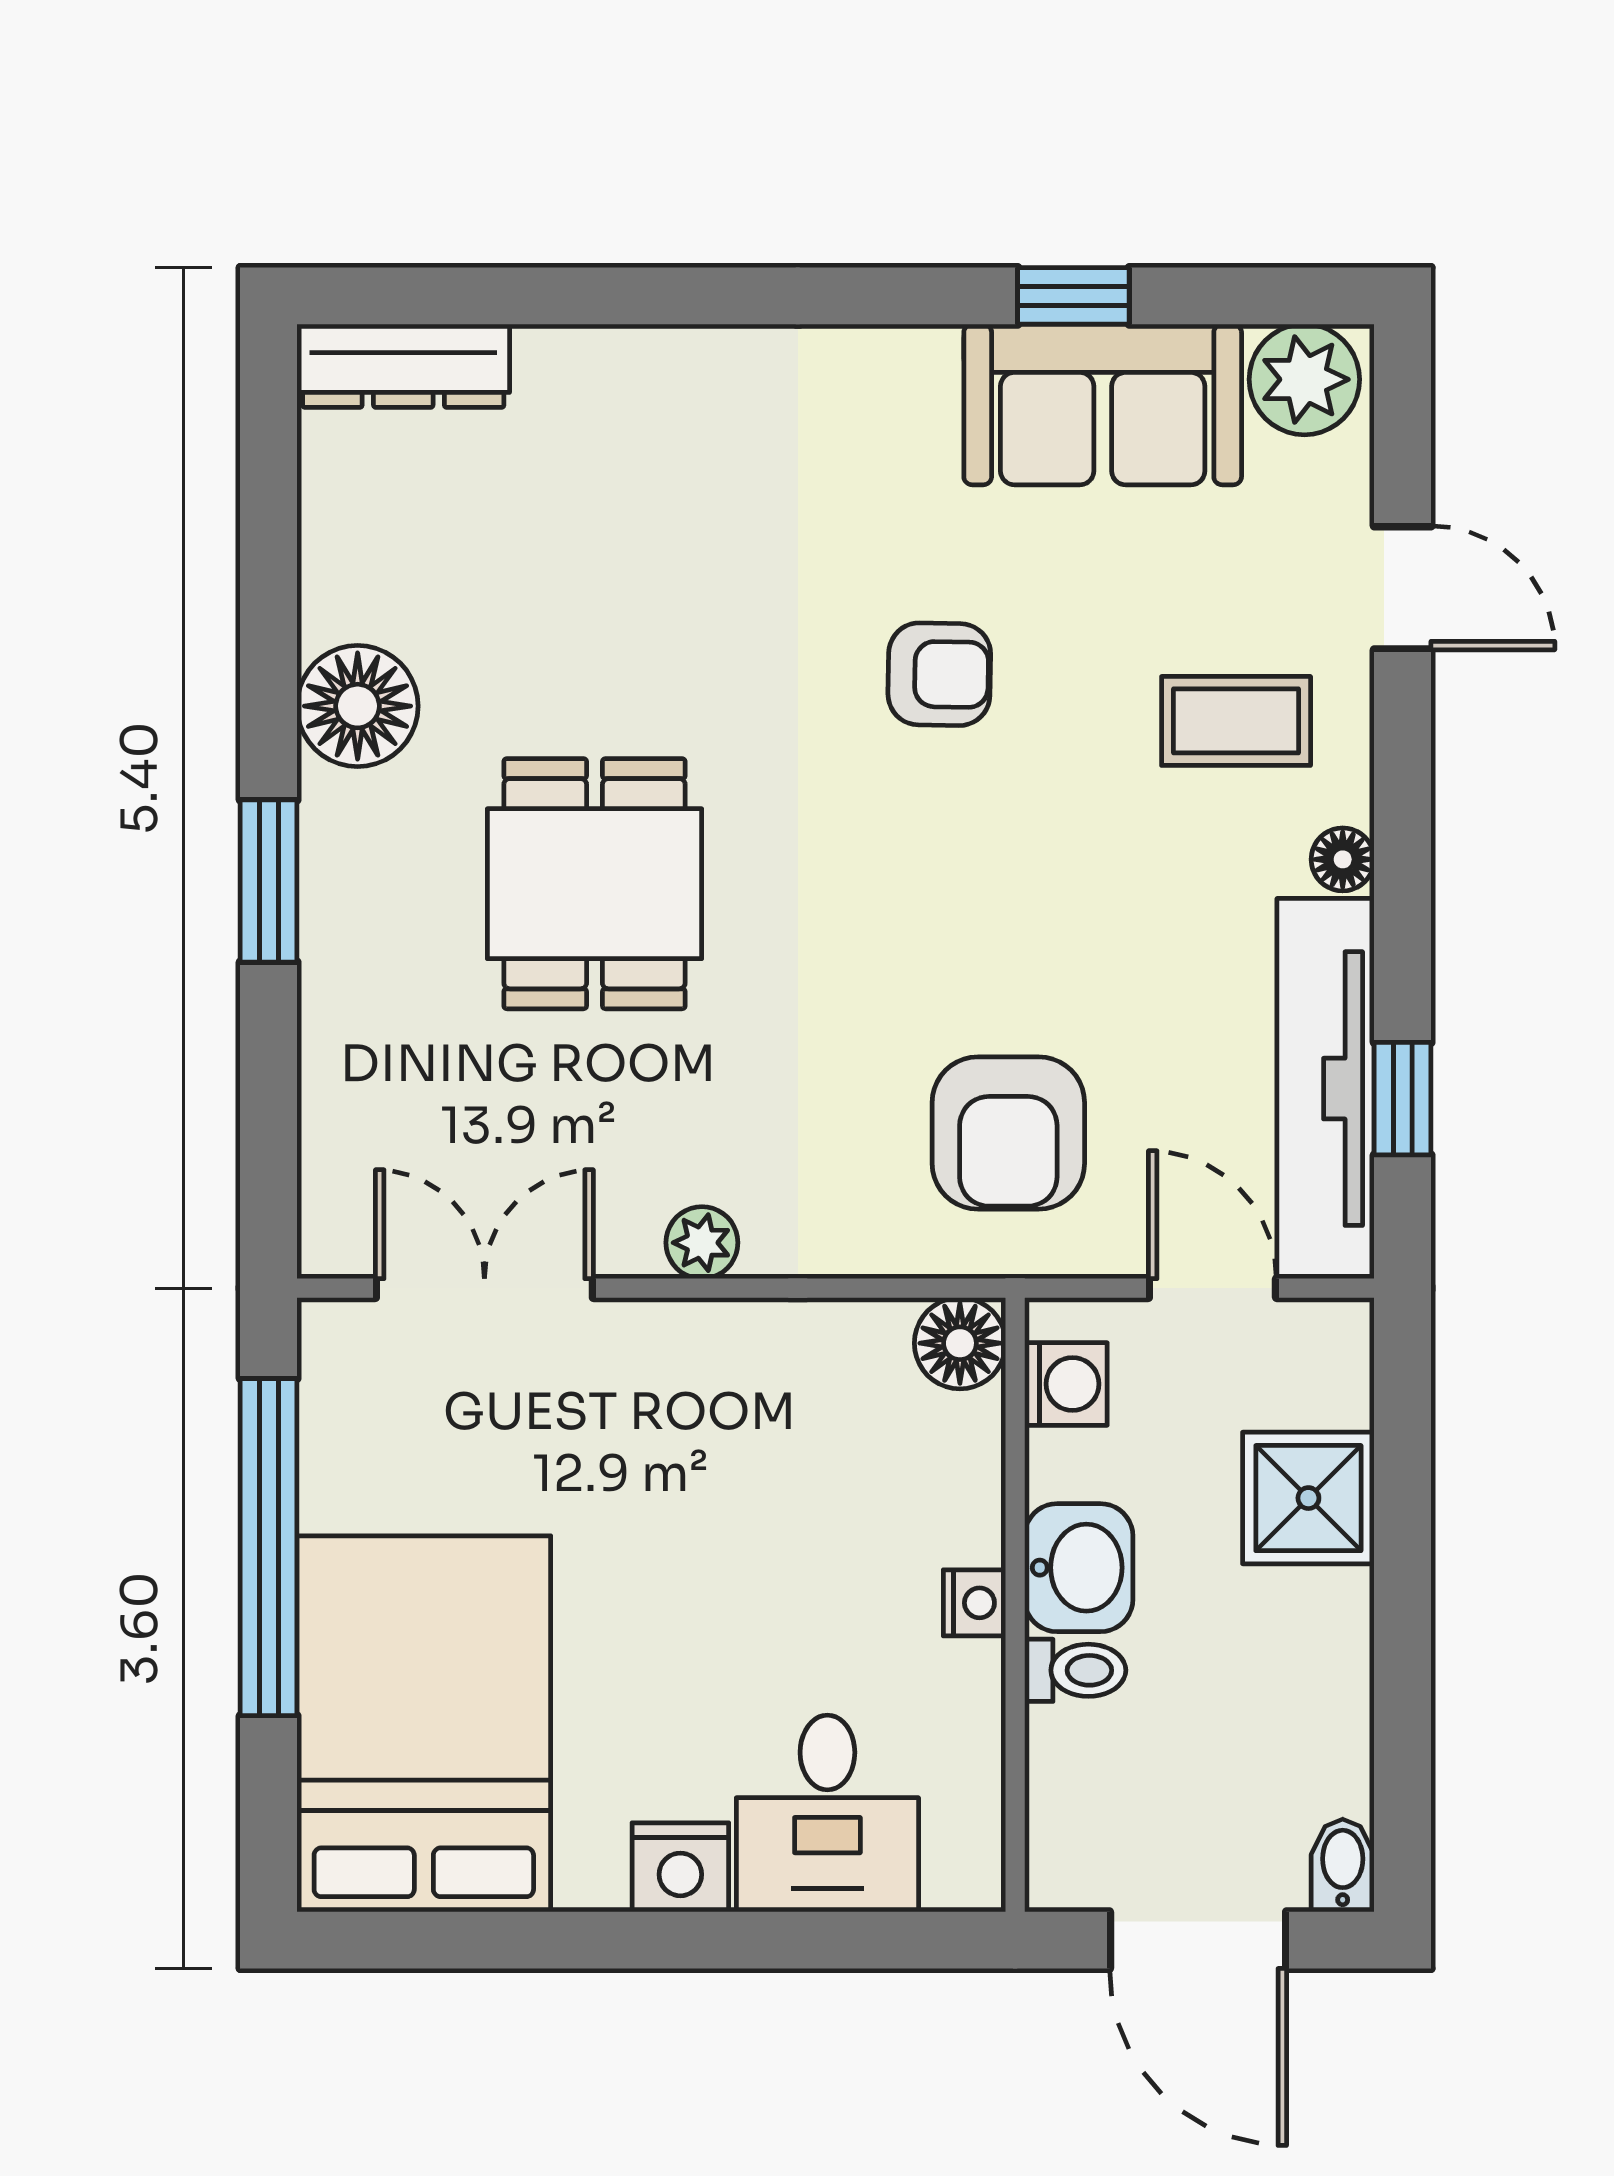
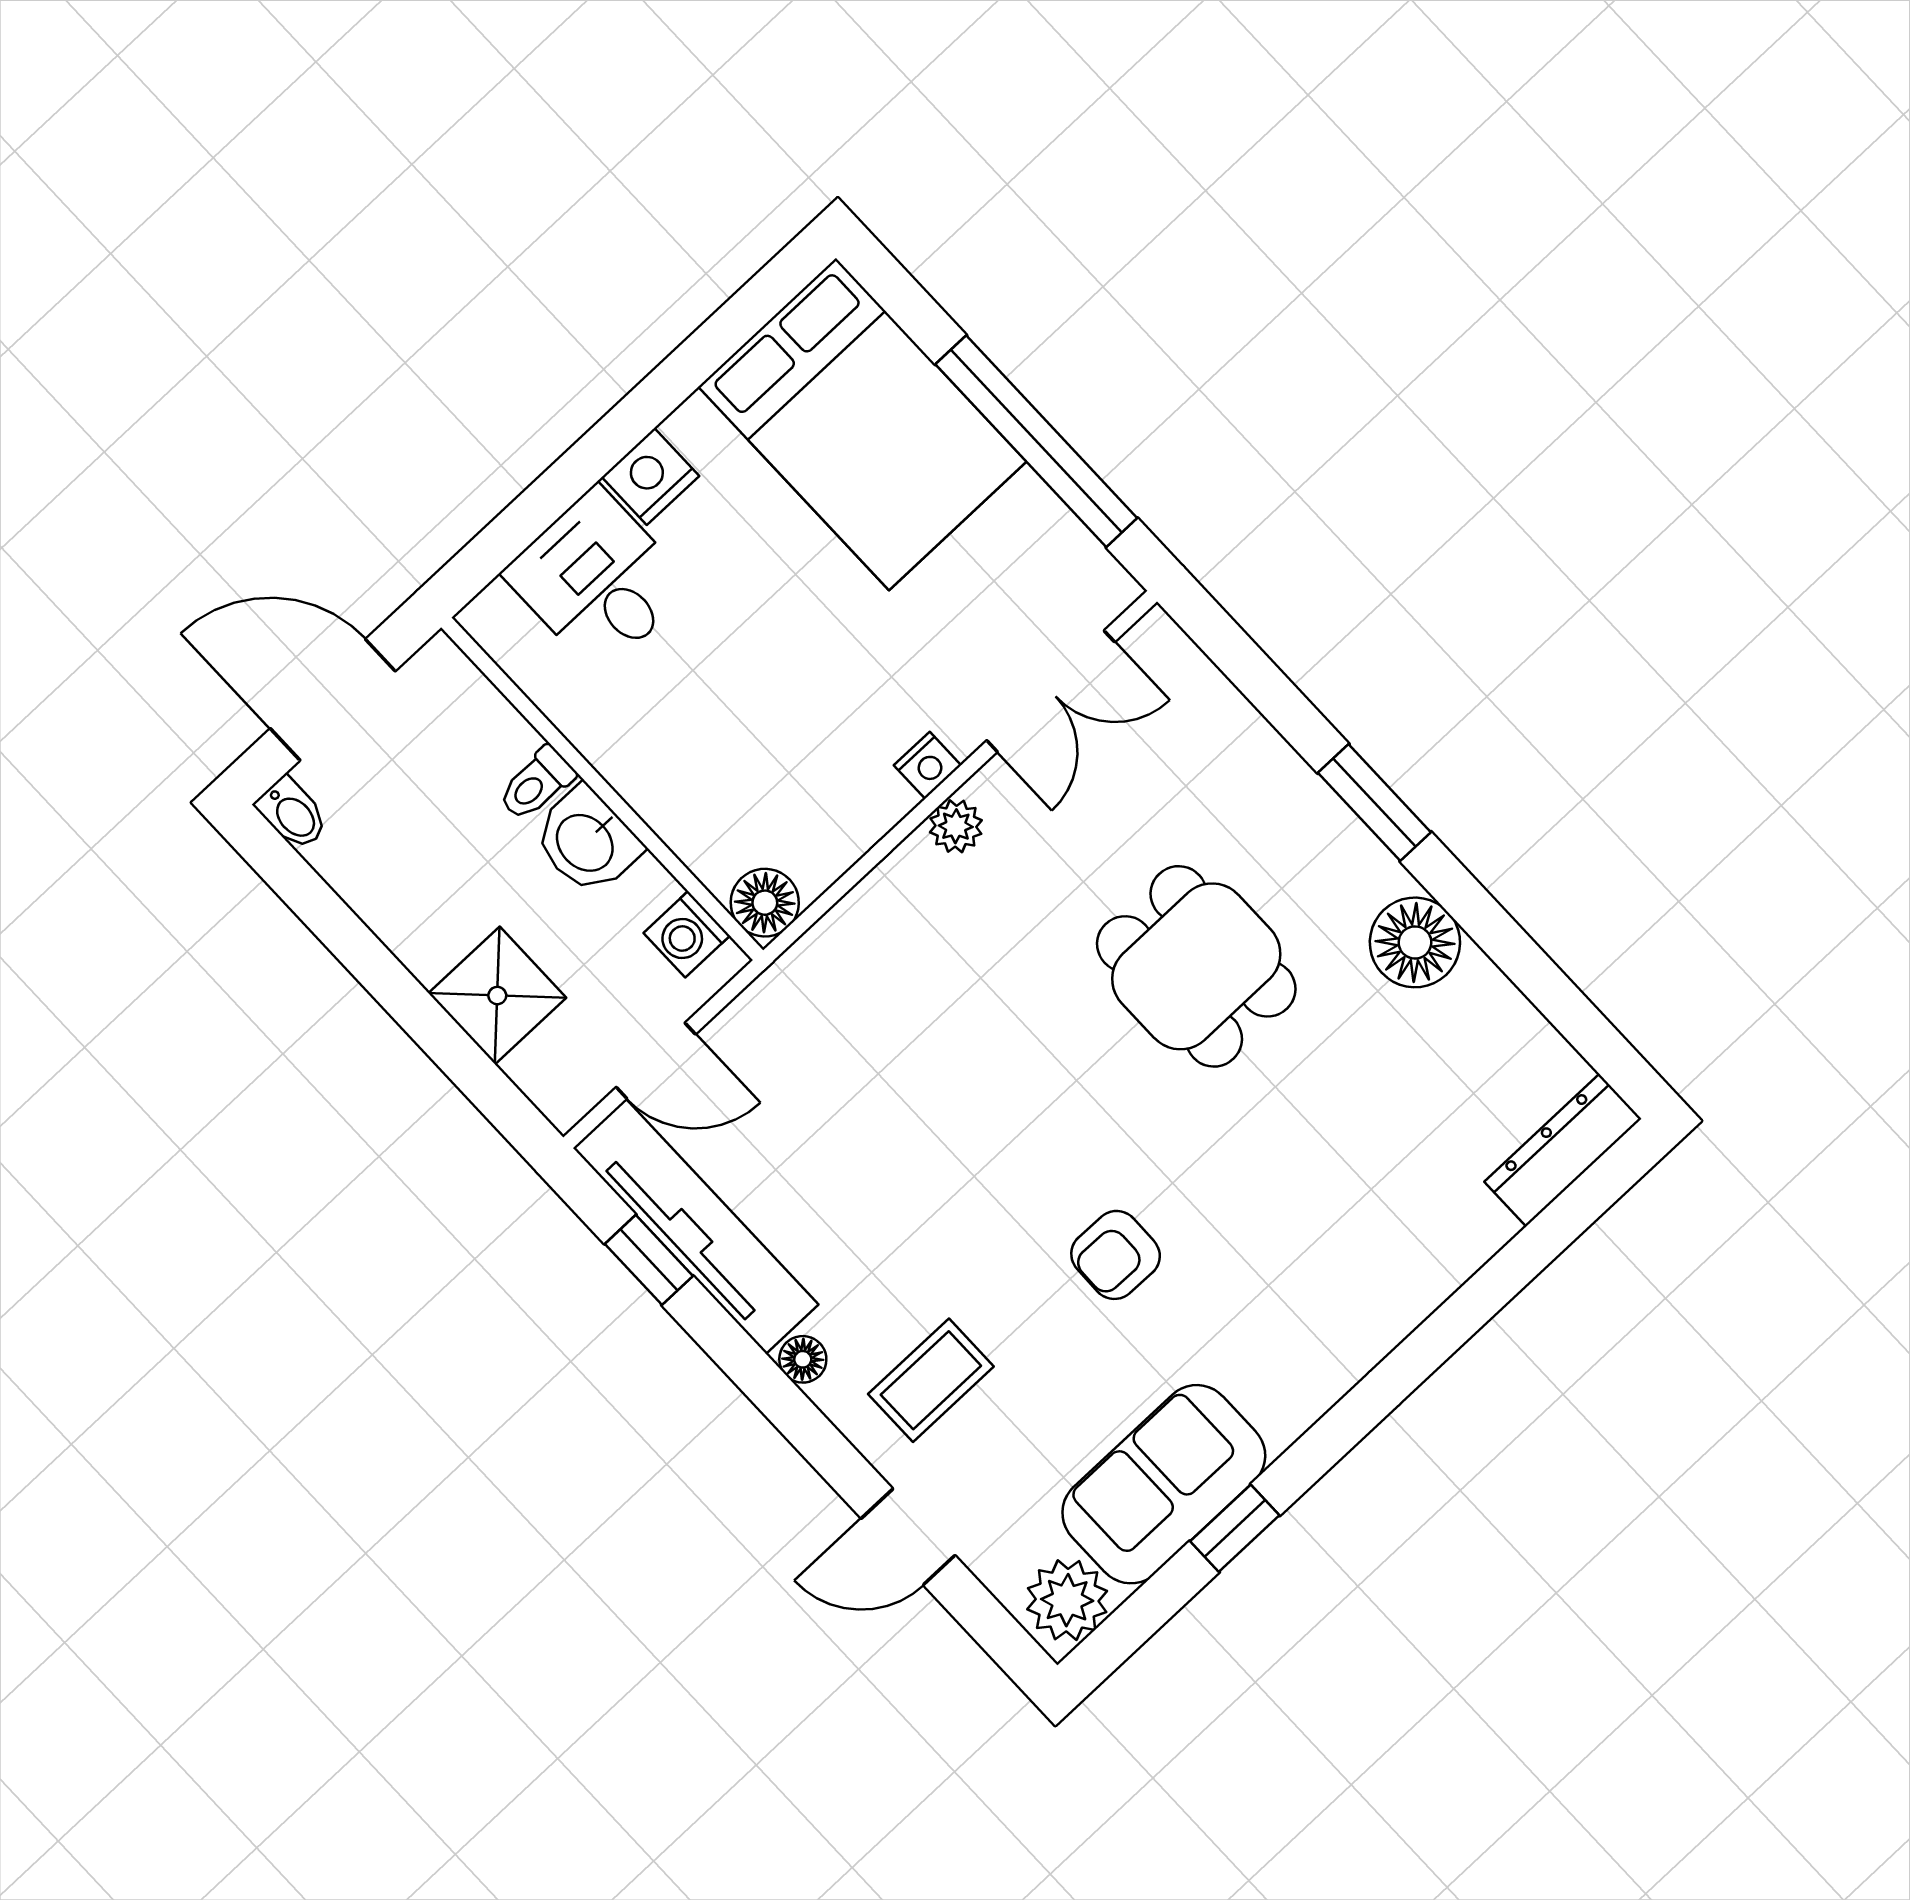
armchair: (1008, 1133) -> (845, 1041), removed
nightstand: (974, 1603) -> (927, 765), moved, turned -90

